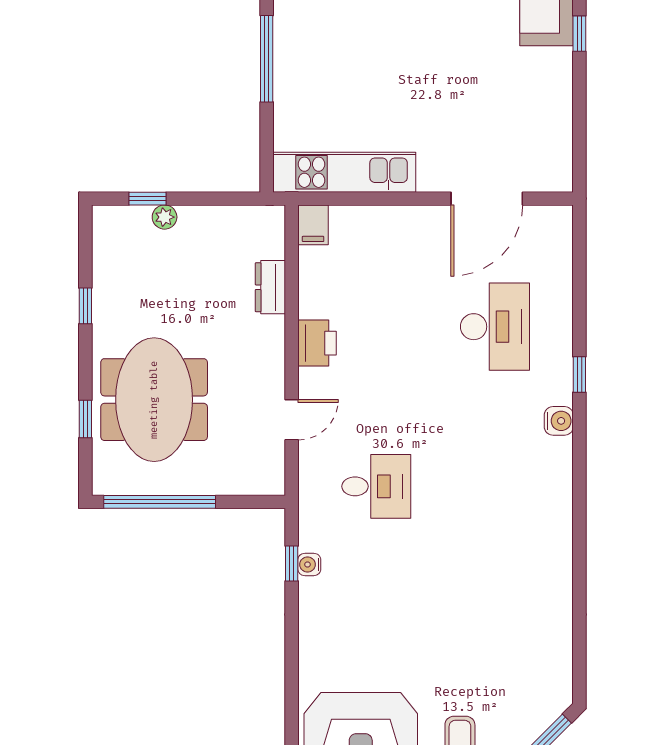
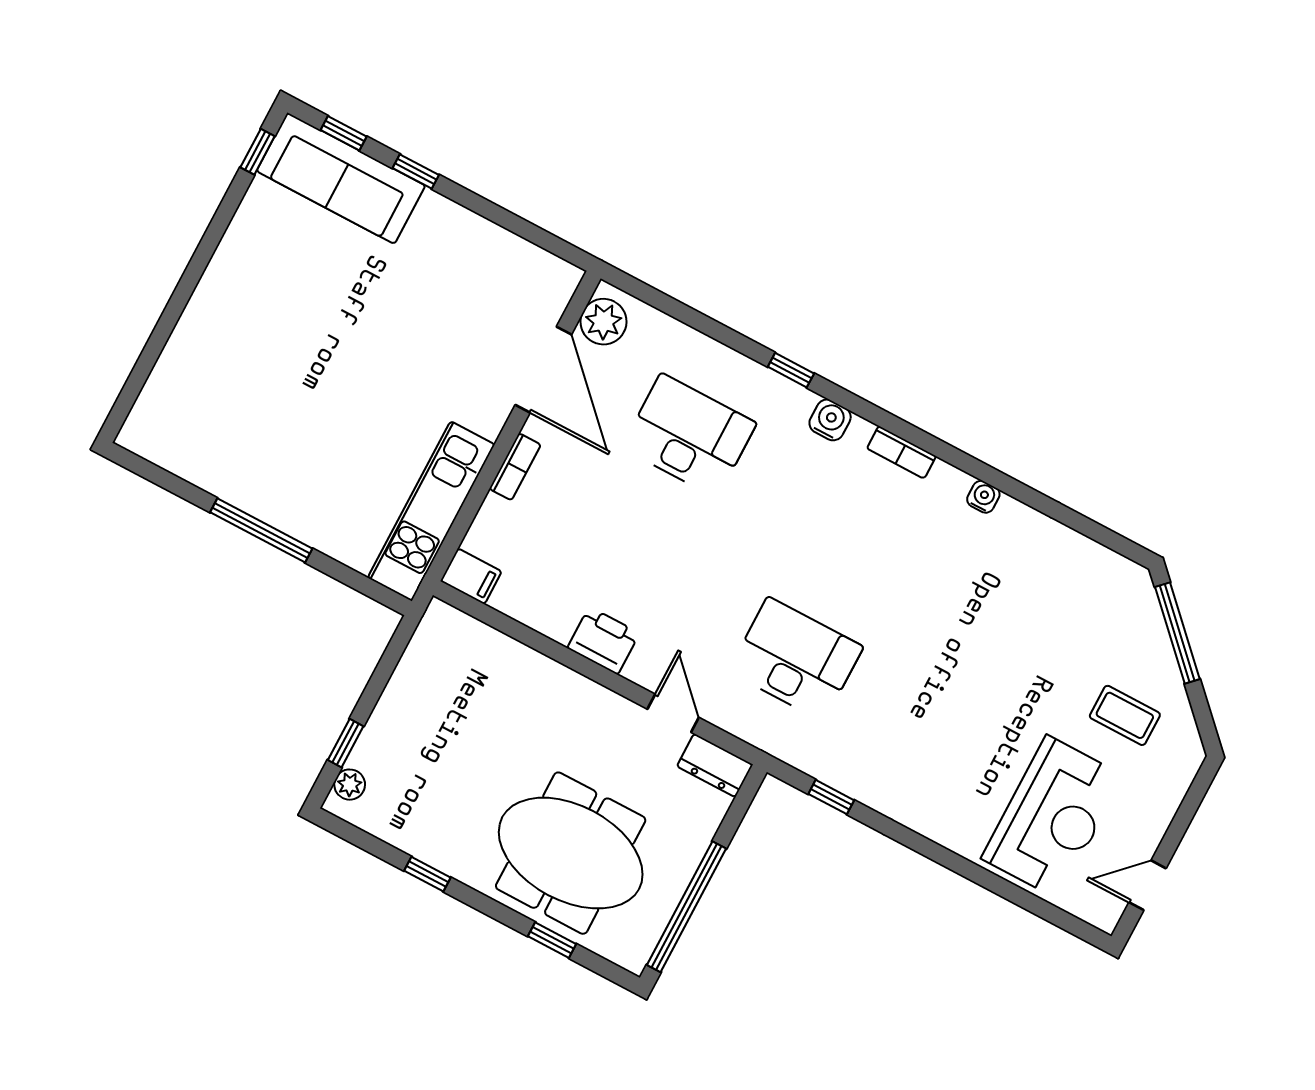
bookcase: (407, 215) -> (515, 467), added
plant: (165, 217) -> (350, 785), moved
plant: (543, 223) -> (603, 322), added
dresser: (270, 287) -> (715, 765), moved
bookcase: (563, 484) -> (901, 452), added
desk: (376, 486) -> (796, 659), width x1.37
water cooler: (309, 564) -> (983, 497), moved, turned 180

